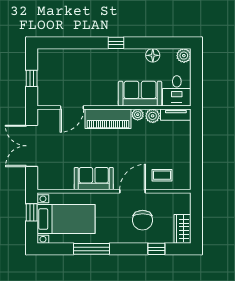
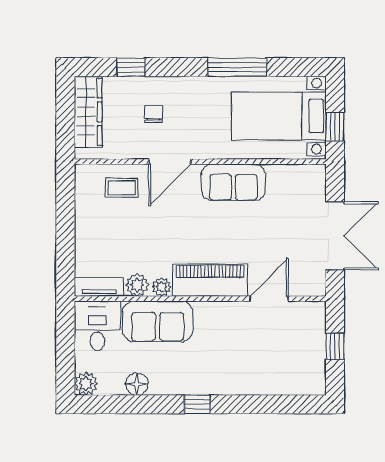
chair: (143, 220) -> (154, 114), width x0.54, depth x0.54
wardrobe: (183, 229) -> (88, 112), width x1.50

